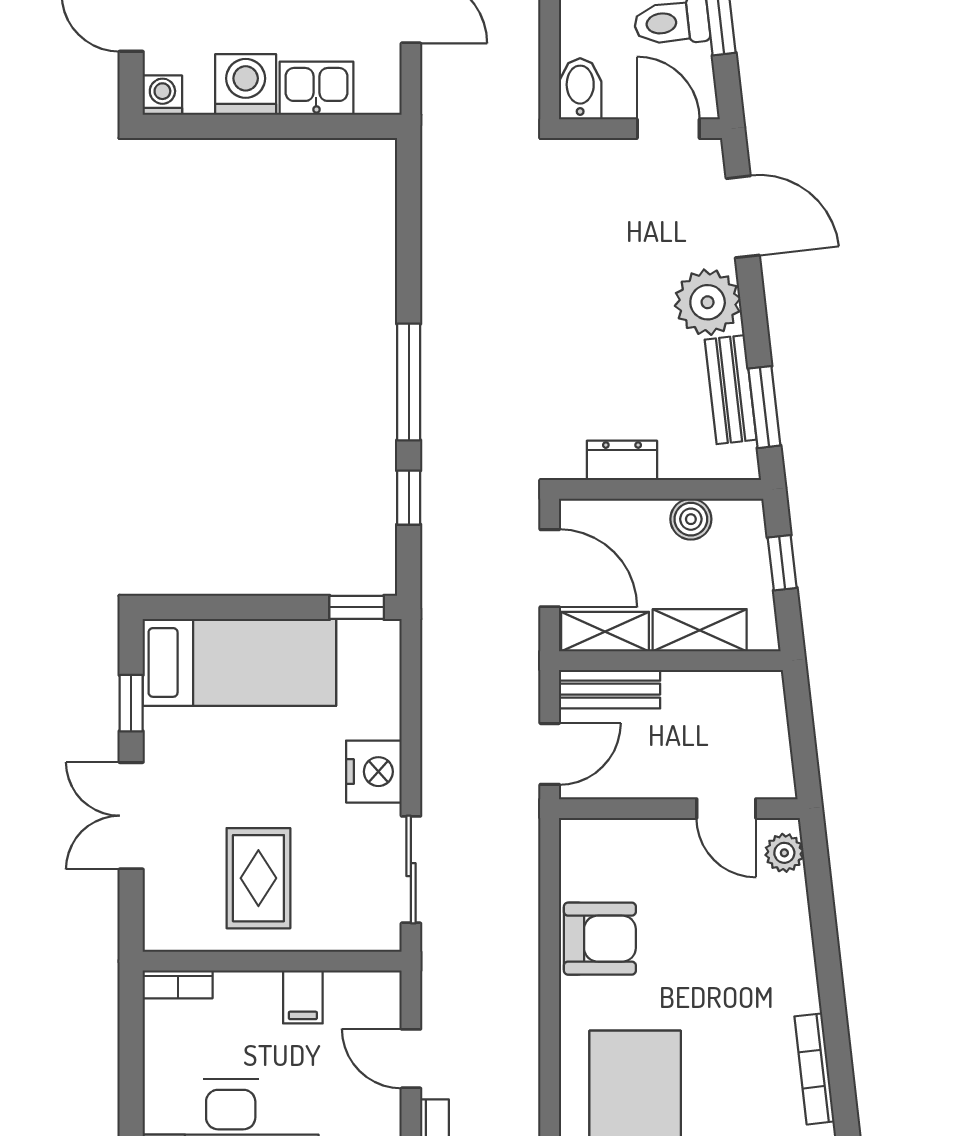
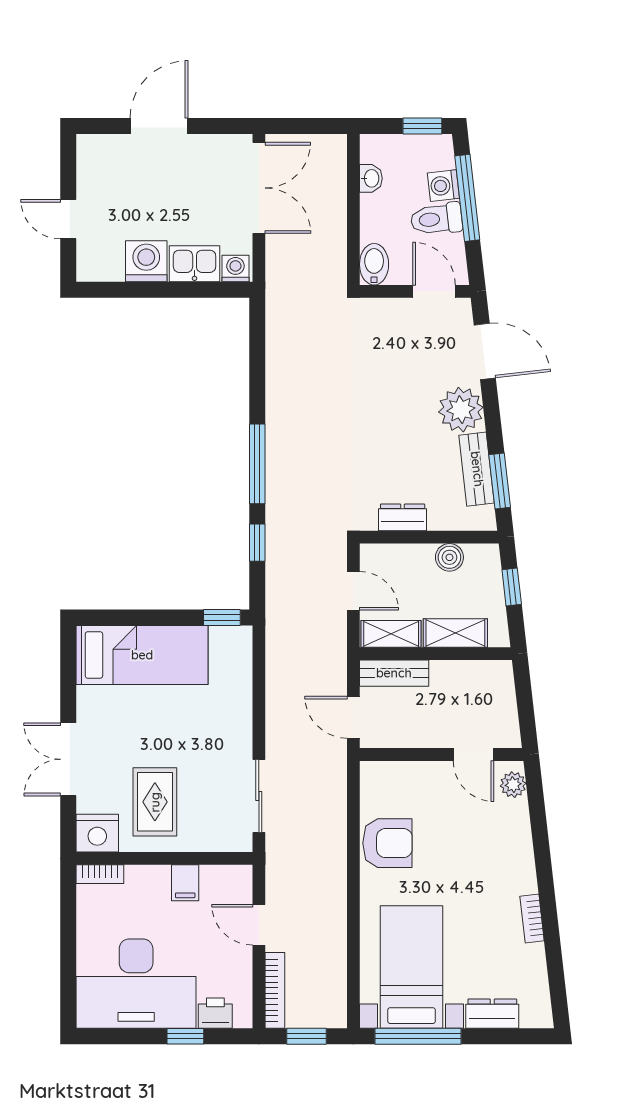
washing machine: (162, 95) -> (235, 269), moved
door: (550, 568) -> (353, 591), width x0.73
window: (131, 703) -> (68, 683), removed
door: (550, 754) -> (353, 717), swing flipped
nightstand: (374, 772) -> (97, 833), moved, turned 90
bookcase: (814, 1069) -> (532, 919), width x0.64

